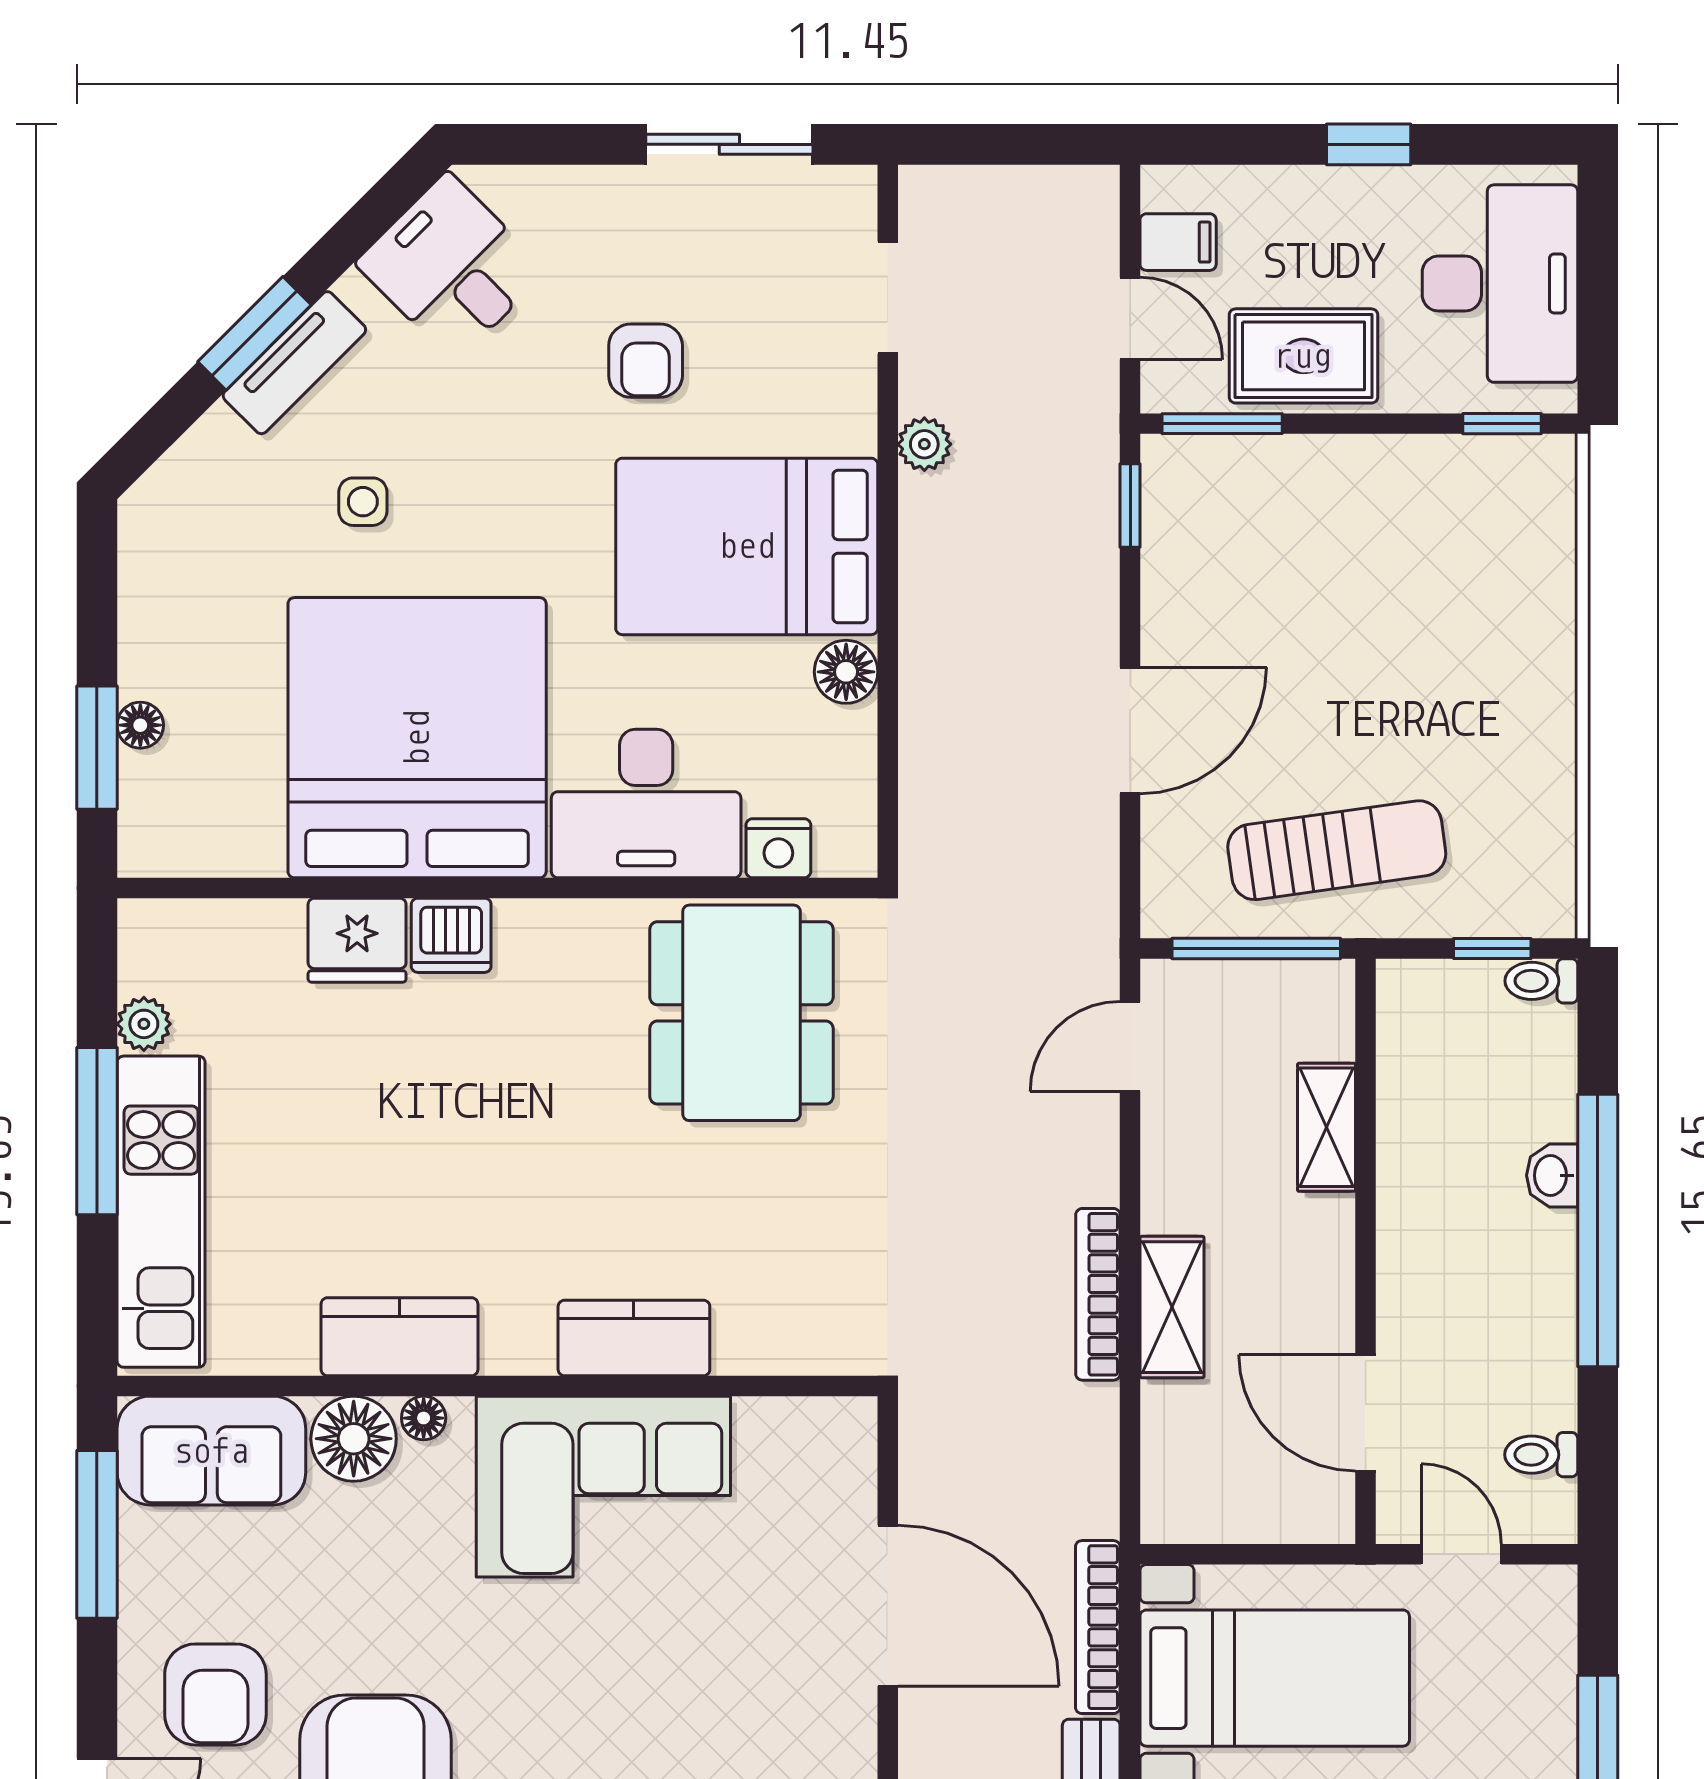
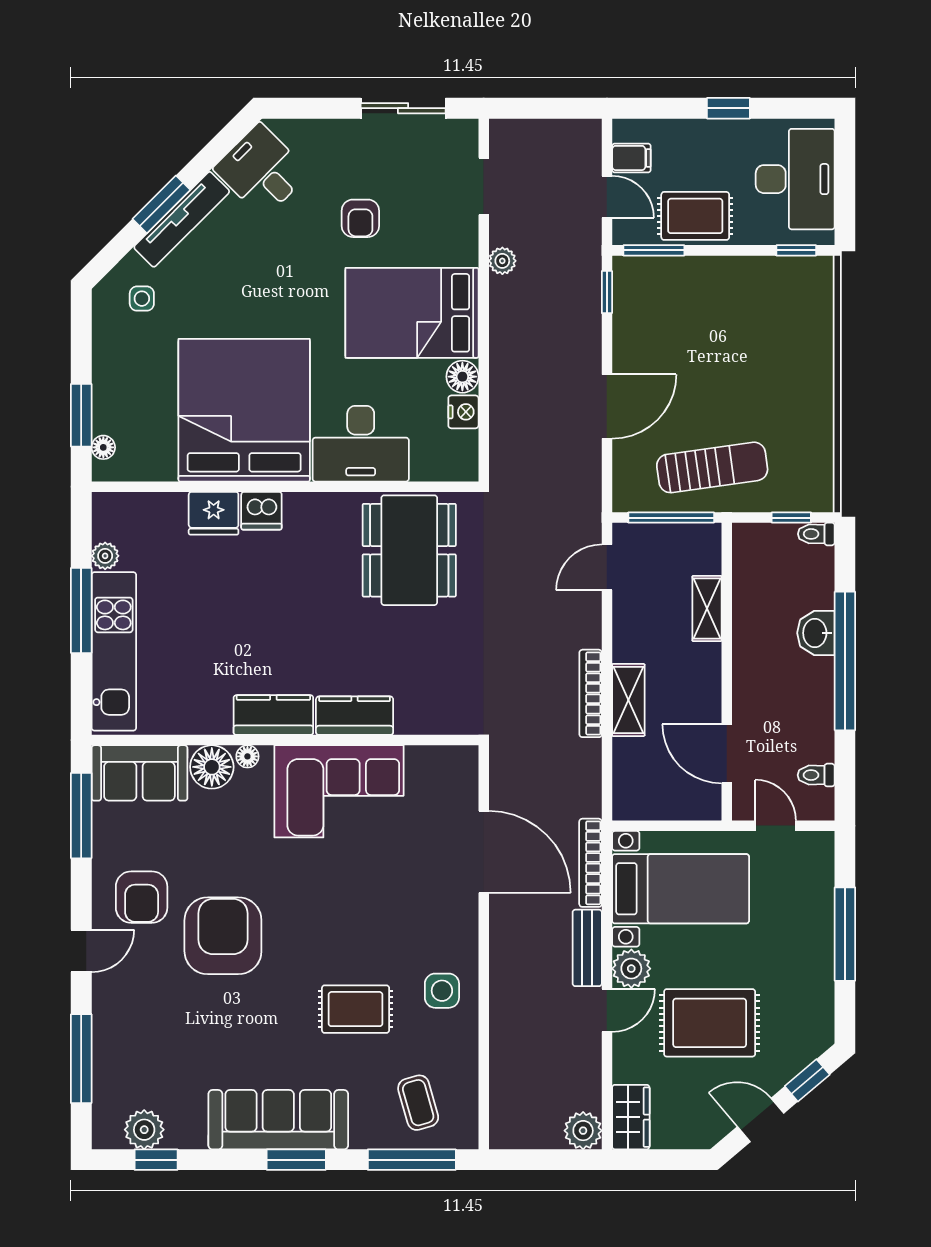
tv unit: (294, 363) -> (182, 219), width x1.41
side table: (363, 502) -> (142, 299), moved
floor lamp: (140, 725) -> (103, 447), moved
nightstand: (778, 848) -> (463, 412), moved, turned -90
washbasin: (1552, 1175) -> (816, 633), width x1.38, depth x1.45
kitchen counter: (399, 1337) -> (273, 715), moved

